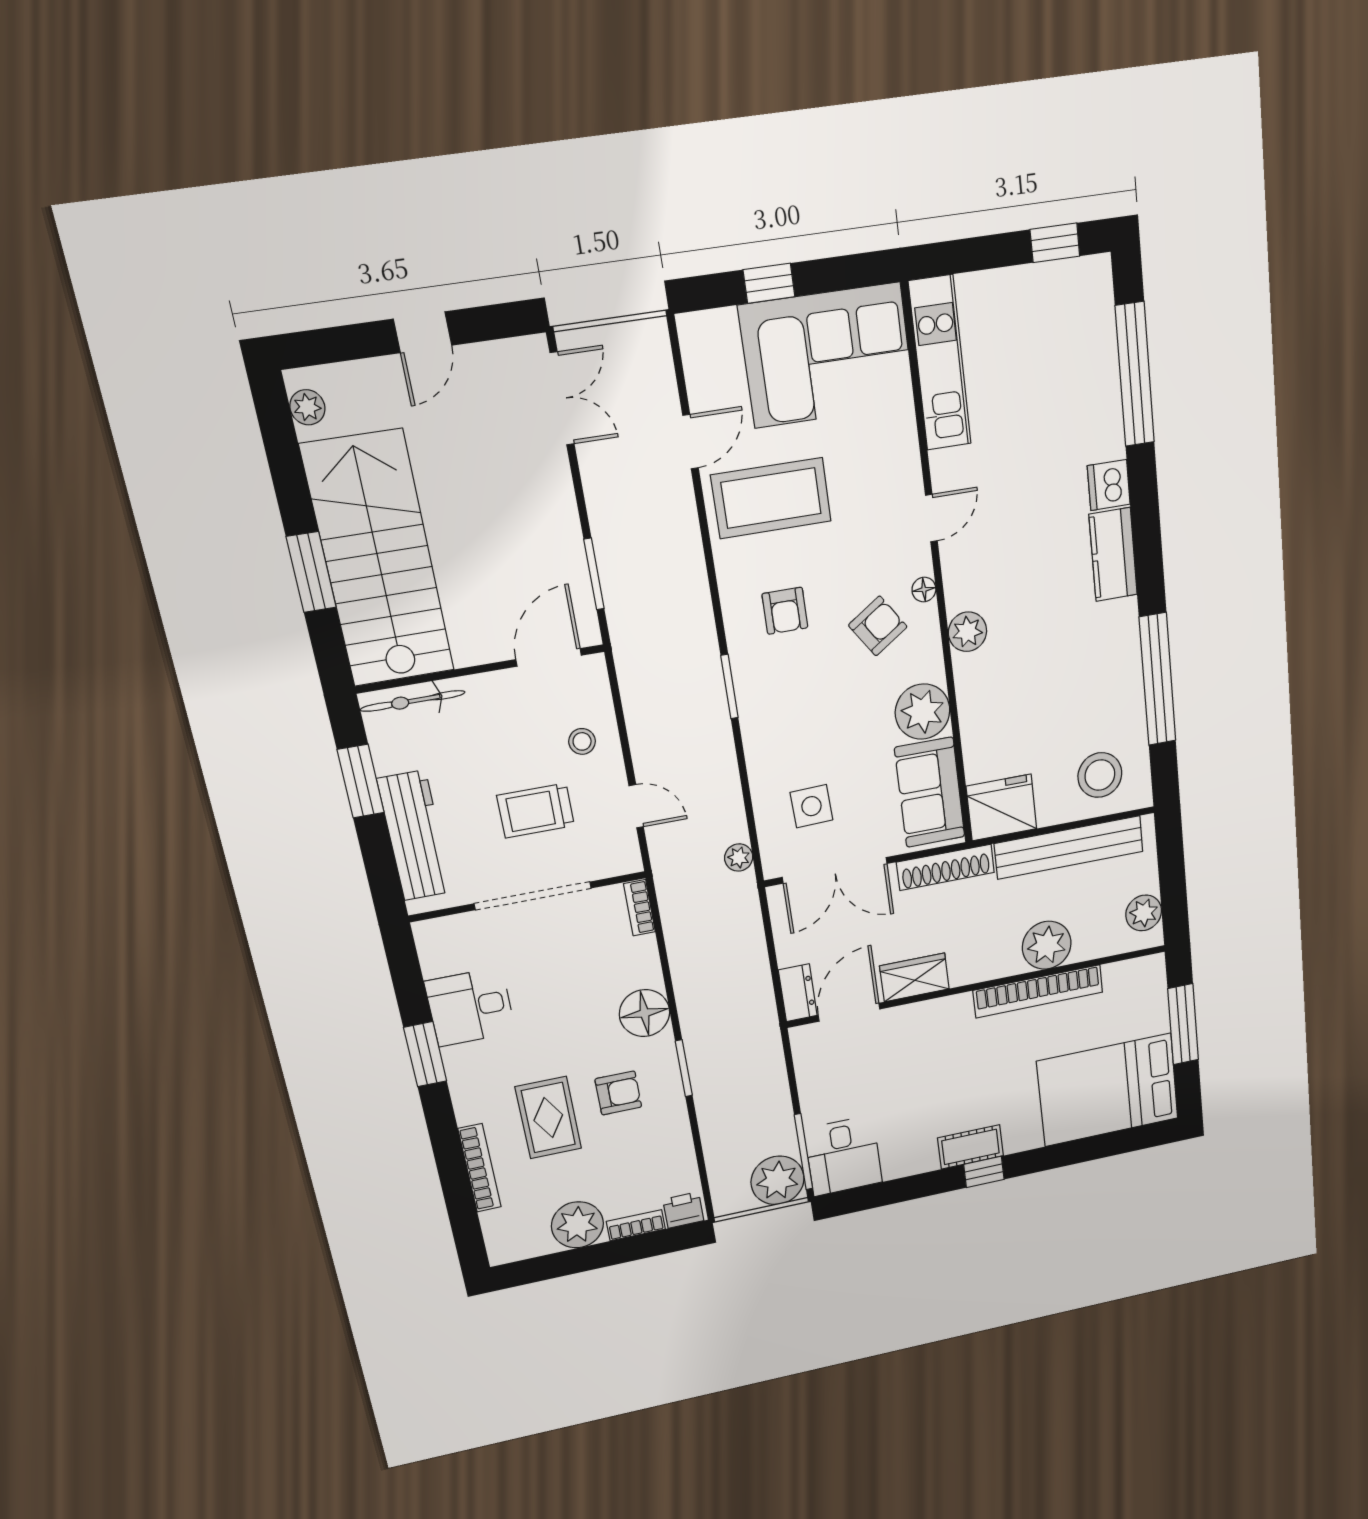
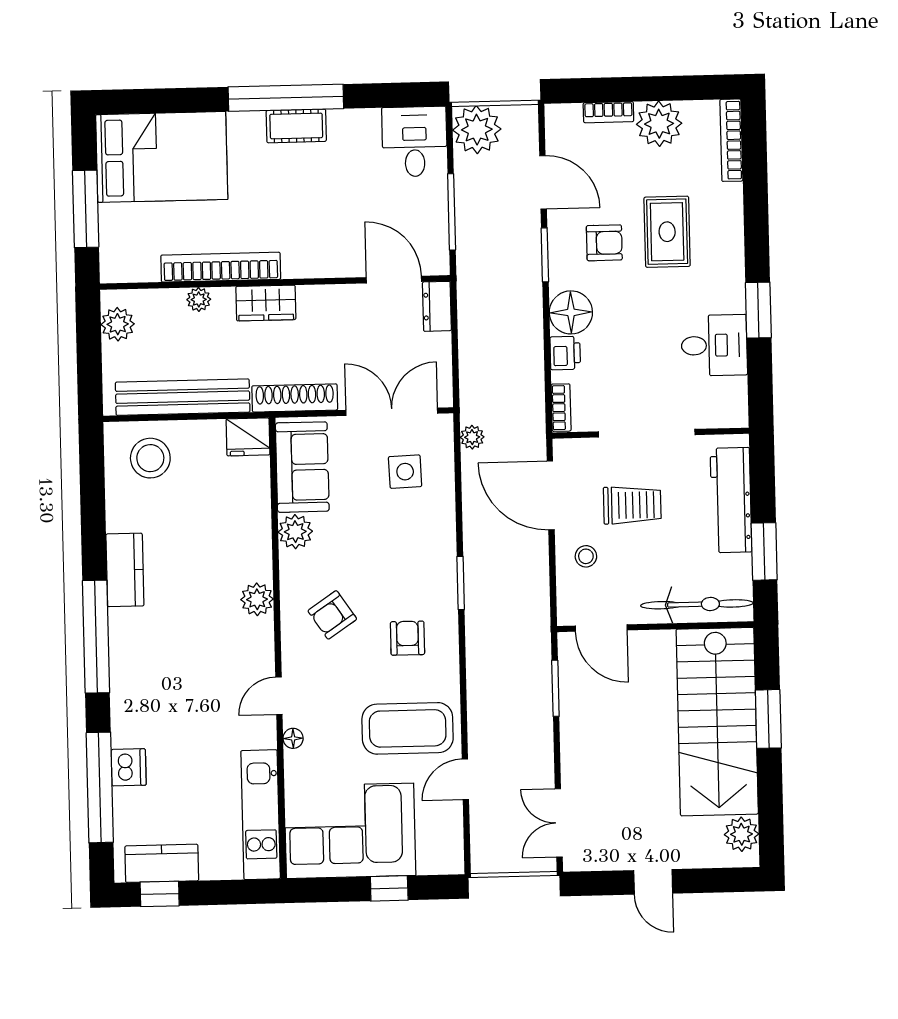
kitchen counter: (1055, 284) -> (162, 863), added
door: (423, 332) -> (653, 882), swing flipped
plant: (307, 407) -> (741, 834), width x1.38, depth x1.38
dishwasher: (1109, 485) -> (129, 767), moved
kitchen counter: (1113, 555) -> (125, 570), moved
floor lamp: (924, 590) -> (293, 738), moved
door: (549, 657) -> (601, 628), hinge flipped
window: (1157, 679) -> (96, 637), moved
bicycle: (413, 701) -> (697, 604), width x1.37, depth x1.40
plant: (923, 712) -> (295, 532), width x0.73, depth x0.73
door: (636, 806) -> (551, 495), width x1.87
fridge: (1002, 807) -> (248, 437), width x0.73, depth x0.75
plant: (1047, 945) -> (199, 299), width x0.53, depth x0.53
wardrobe: (914, 977) -> (266, 303), moved
door: (849, 1012) -> (394, 280), swing flipped
armchair: (618, 1093) -> (604, 243), turned 180
door: (697, 1142) -> (543, 182), added
window: (803, 1152) -> (452, 212), moved
bookcase: (480, 1168) -> (731, 140), moved
window: (984, 1172) -> (286, 98), width x3.17
printer: (683, 1210) -> (565, 353), moved, turned -90

